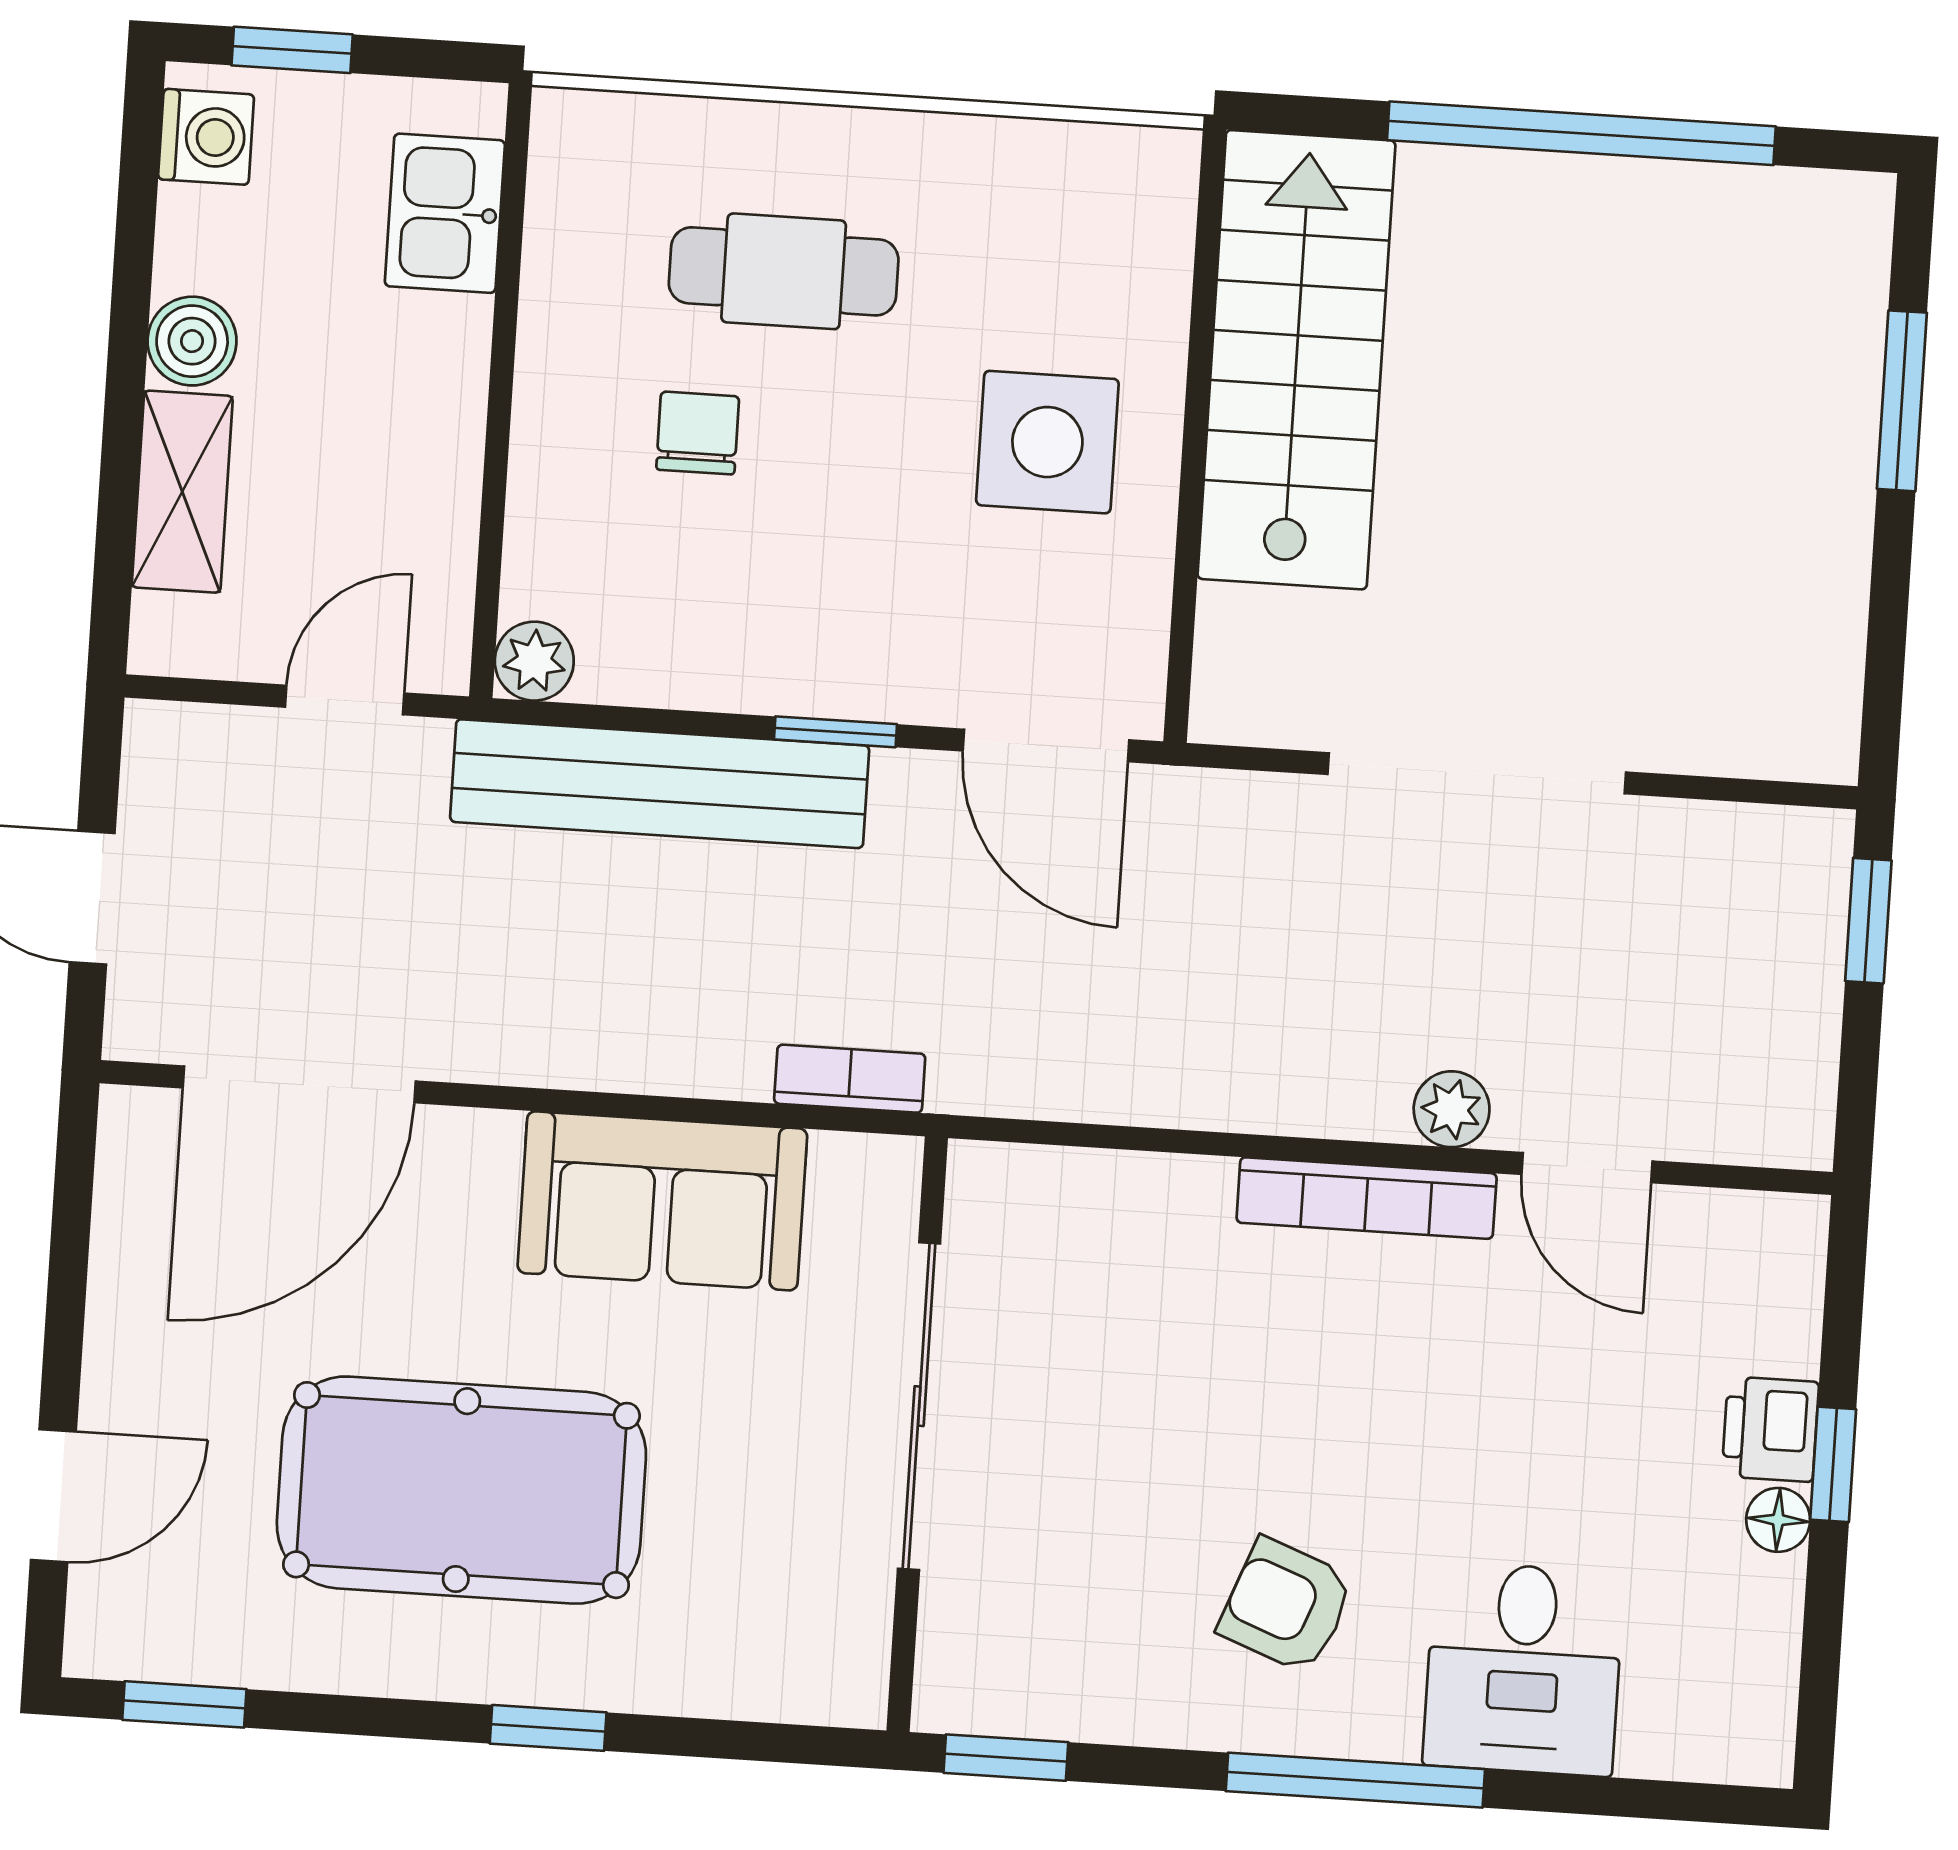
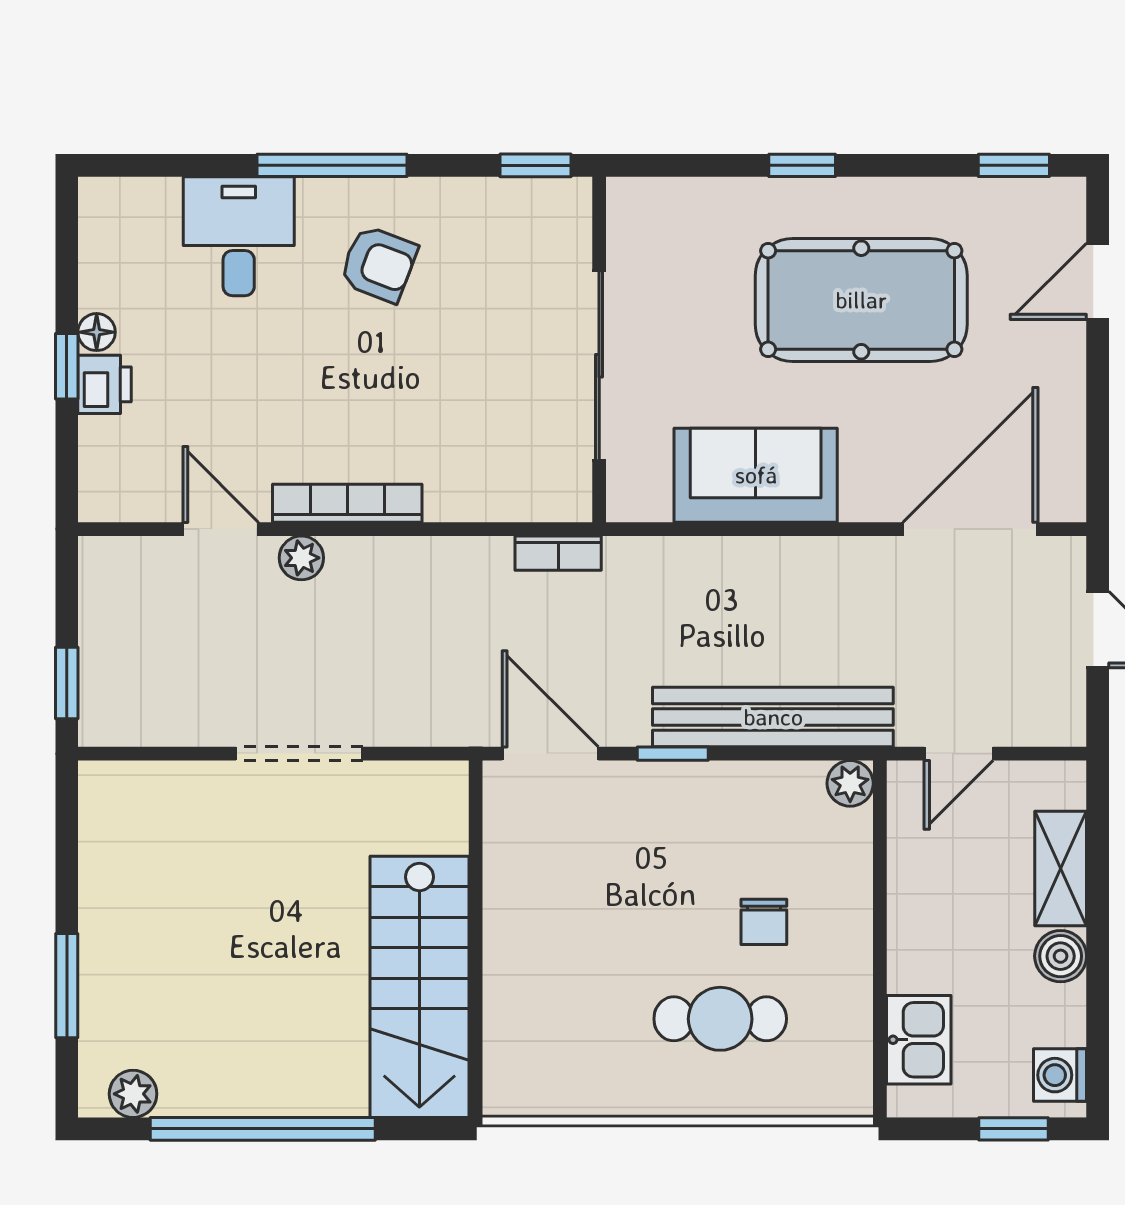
plant: (1800, 208) -> (133, 1094), added
side table: (1047, 442) -> (561, 930), removed
doorway: (1477, 773) -> (299, 754), width x0.73
bookcase: (850, 1079) -> (558, 553), moved

